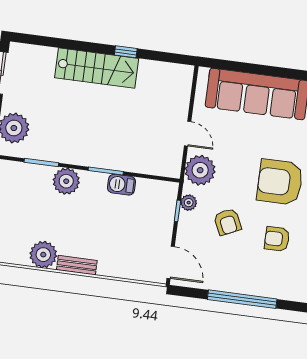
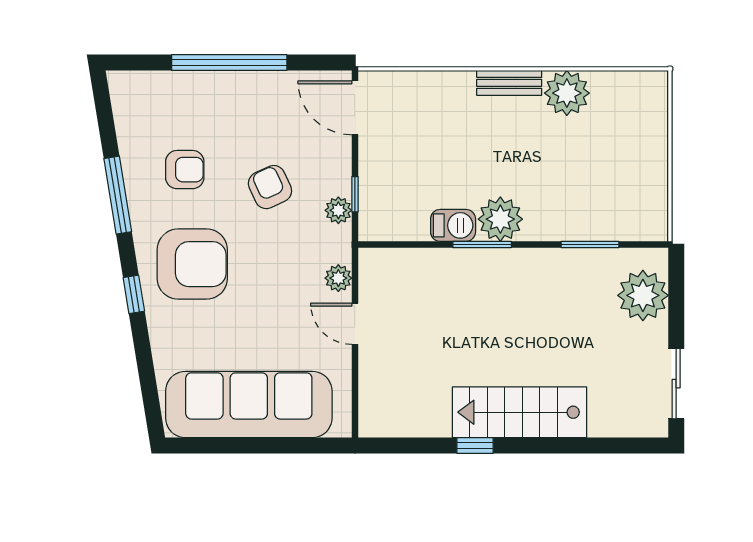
plant: (200, 170) -> (338, 278), width x0.53, depth x0.53
plant: (66, 181) -> (500, 219), moved

